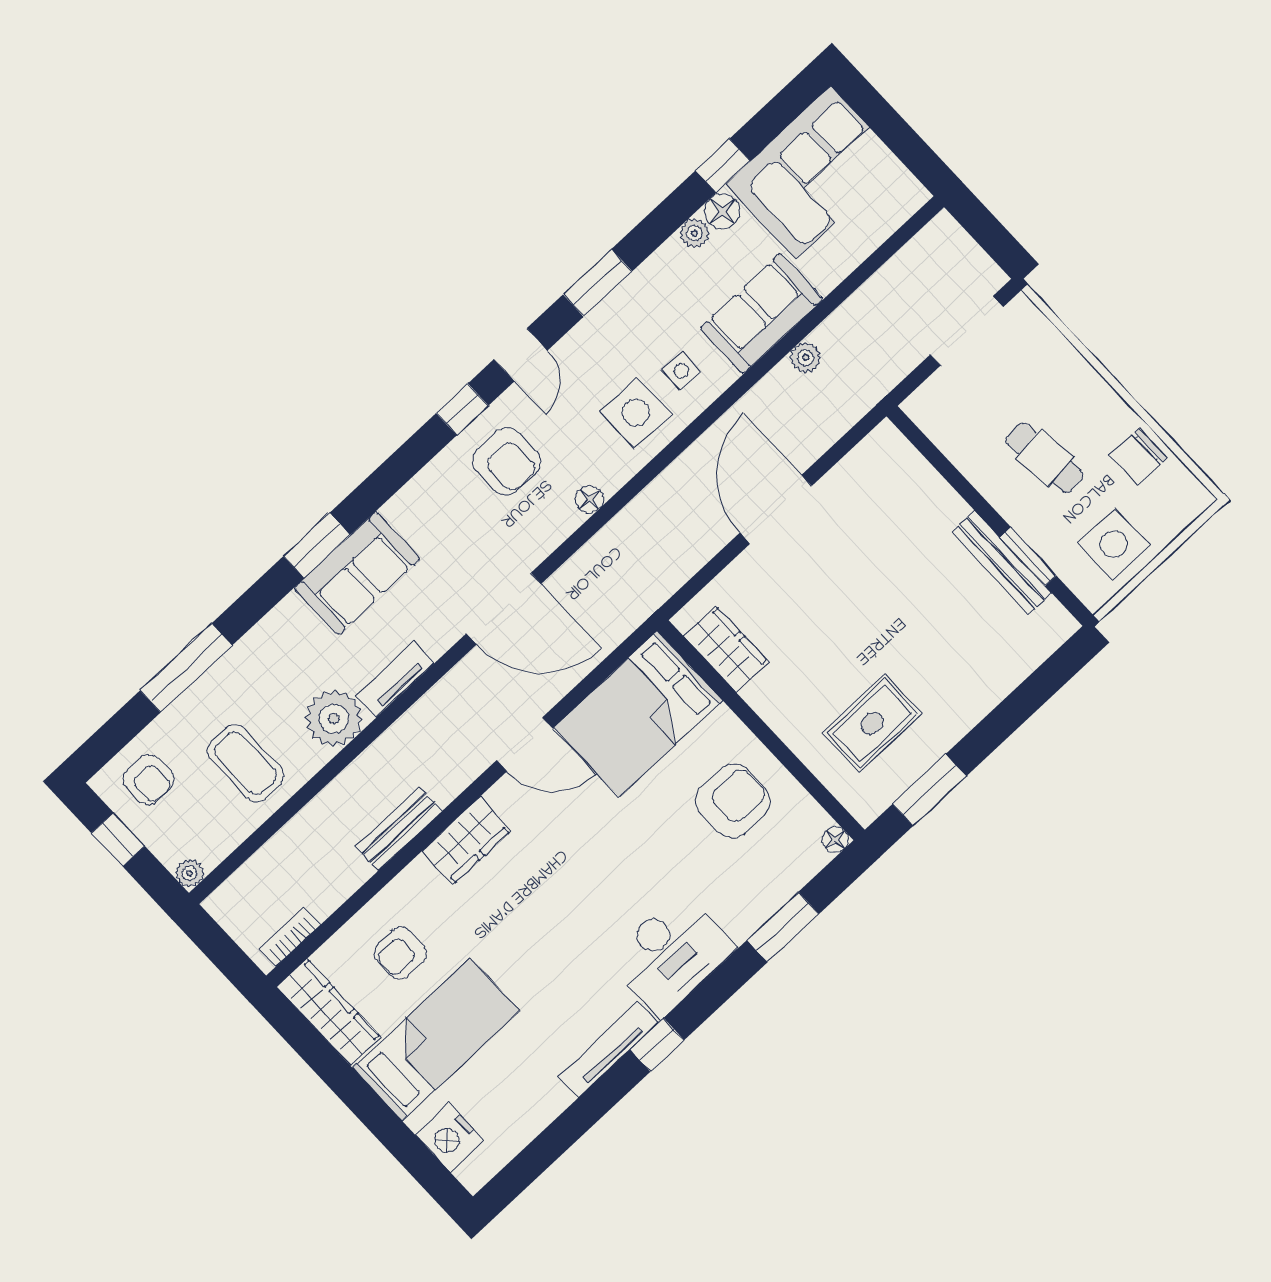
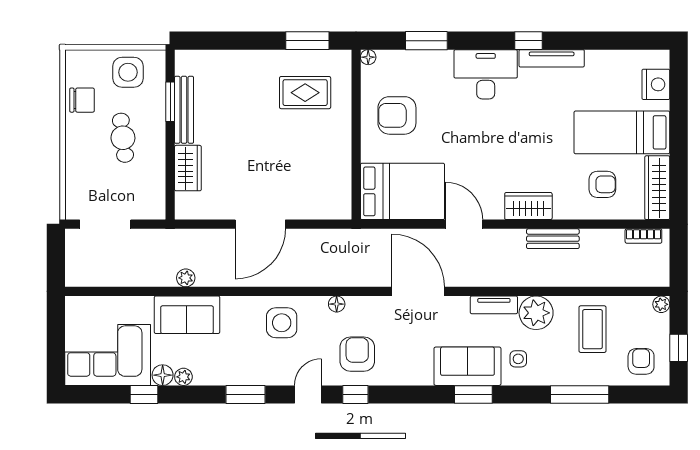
side table: (681, 371) -> (518, 359), moved
wardrobe: (726, 649) -> (188, 168), moved, turned 180

